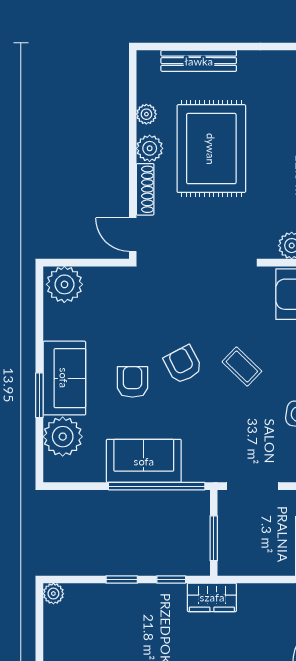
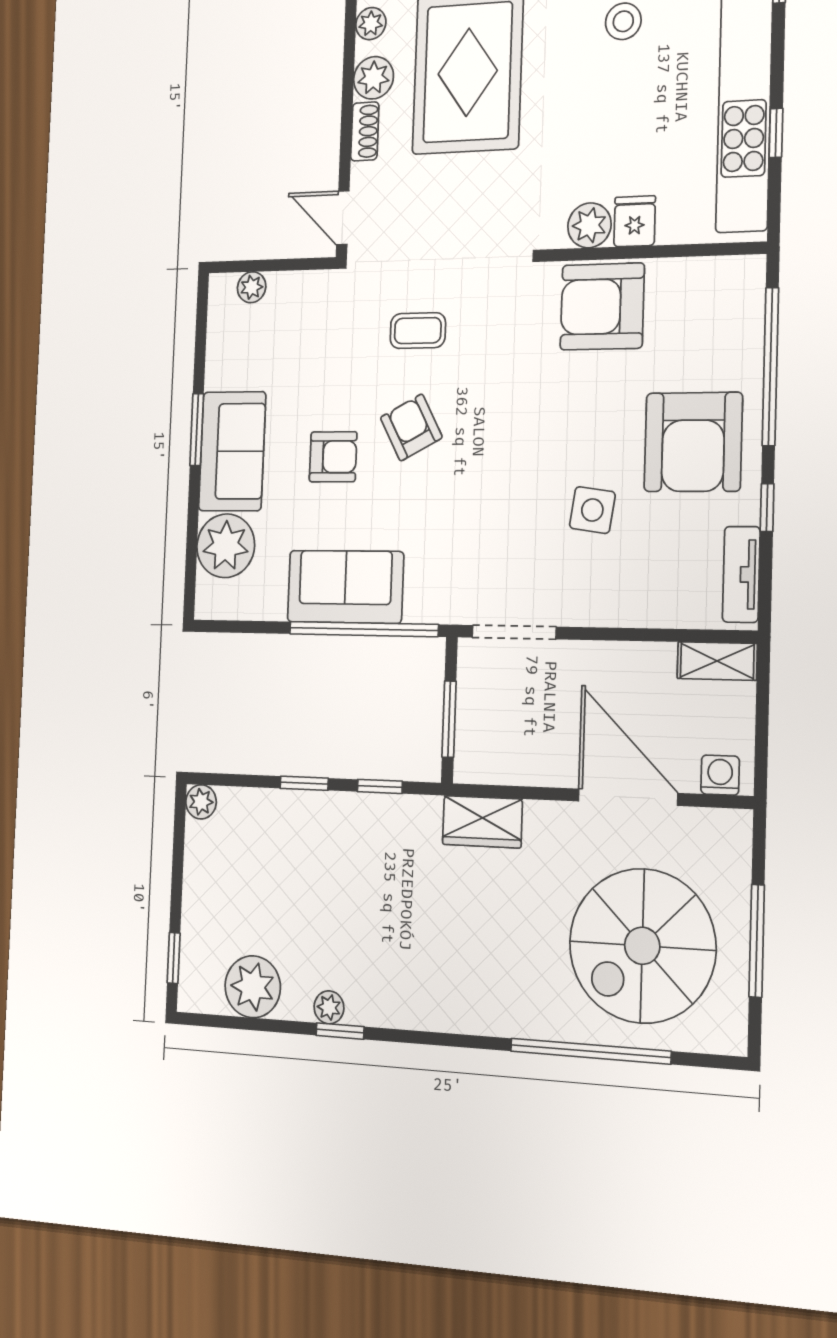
shoe rack: (145, 189) -> (365, 131), width x0.70
plant: (64, 284) -> (252, 287), width x0.53, depth x0.53
coffee table: (242, 366) -> (418, 331), moved, turned -44
armchair: (132, 382) -> (333, 457), turned 90
window: (39, 395) -> (197, 430), moved
wardrobe: (212, 597) -> (482, 822), moved

